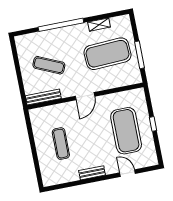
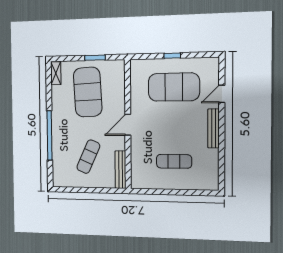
shelving: (99, 25) -> (56, 73), moved
window: (140, 55) -> (95, 58), width x0.69
door: (85, 96) -> (128, 125), swing flipped
bench: (92, 173) -> (213, 128), width x1.36

